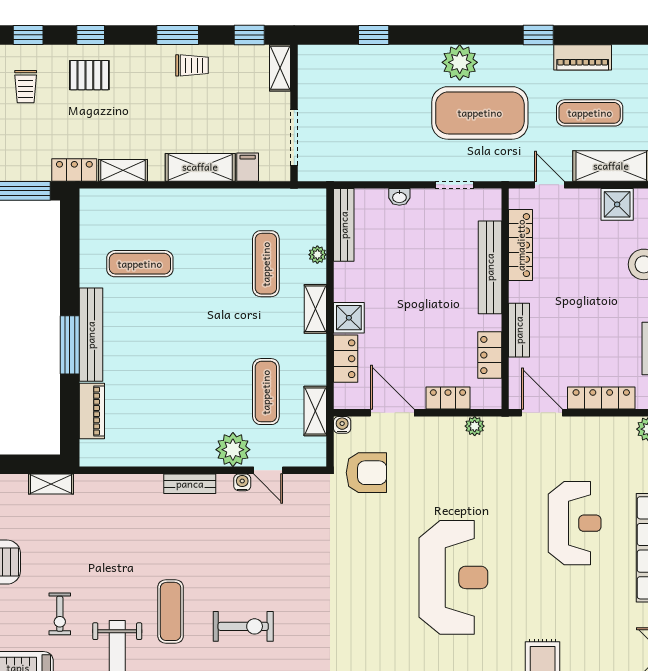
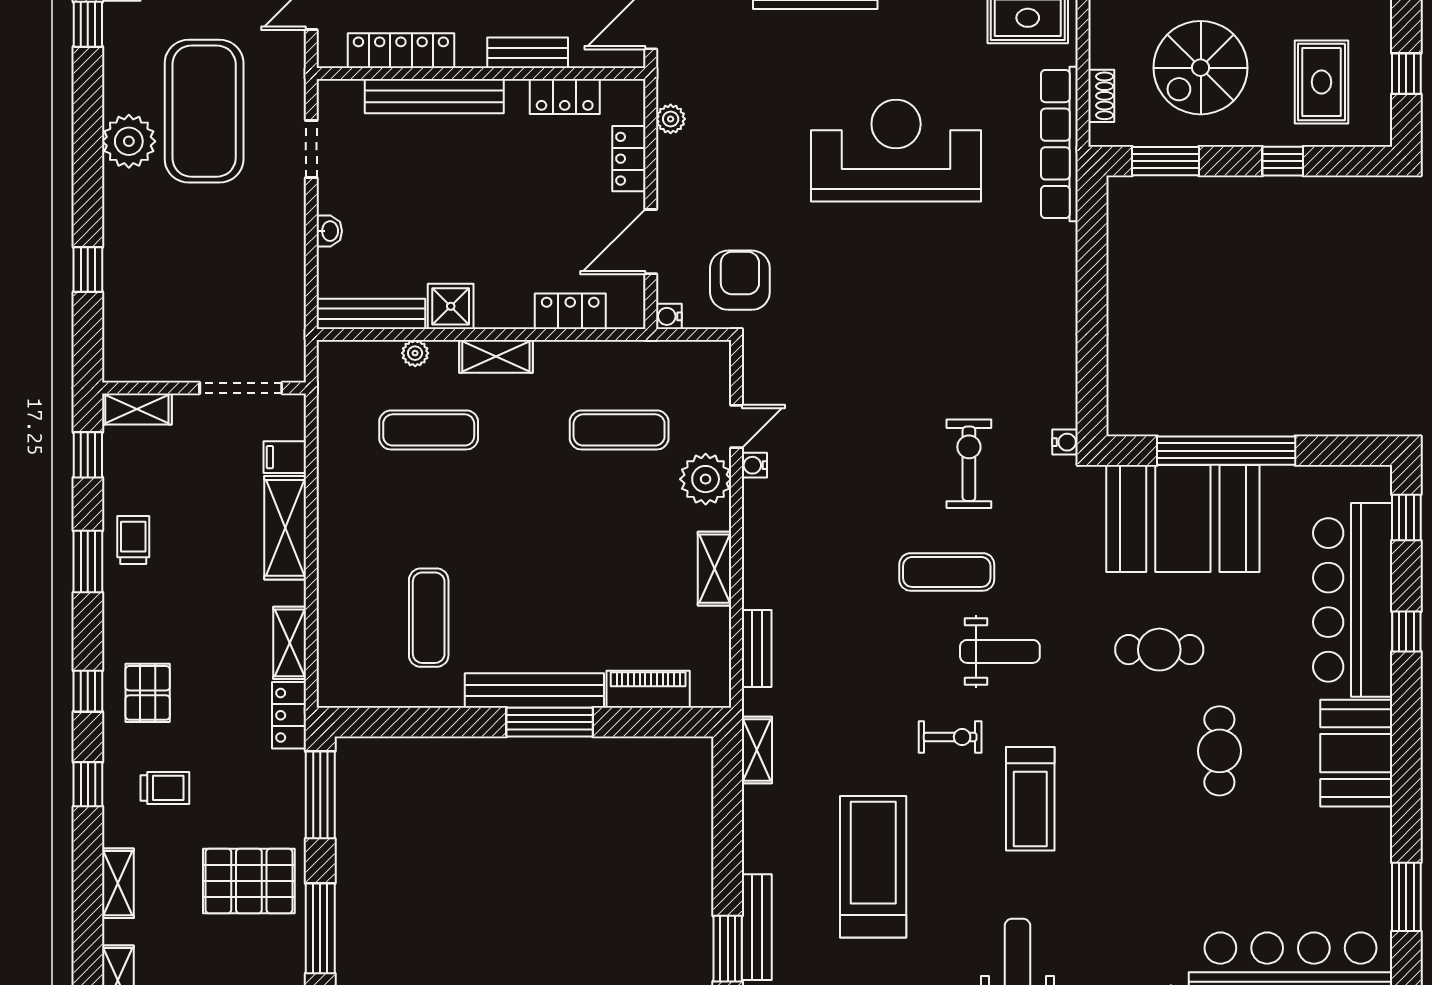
shower: (349, 318) -> (451, 306), moved
shelving: (315, 411) -> (715, 569), moved, turned 90
bench: (190, 484) -> (757, 649), moved

